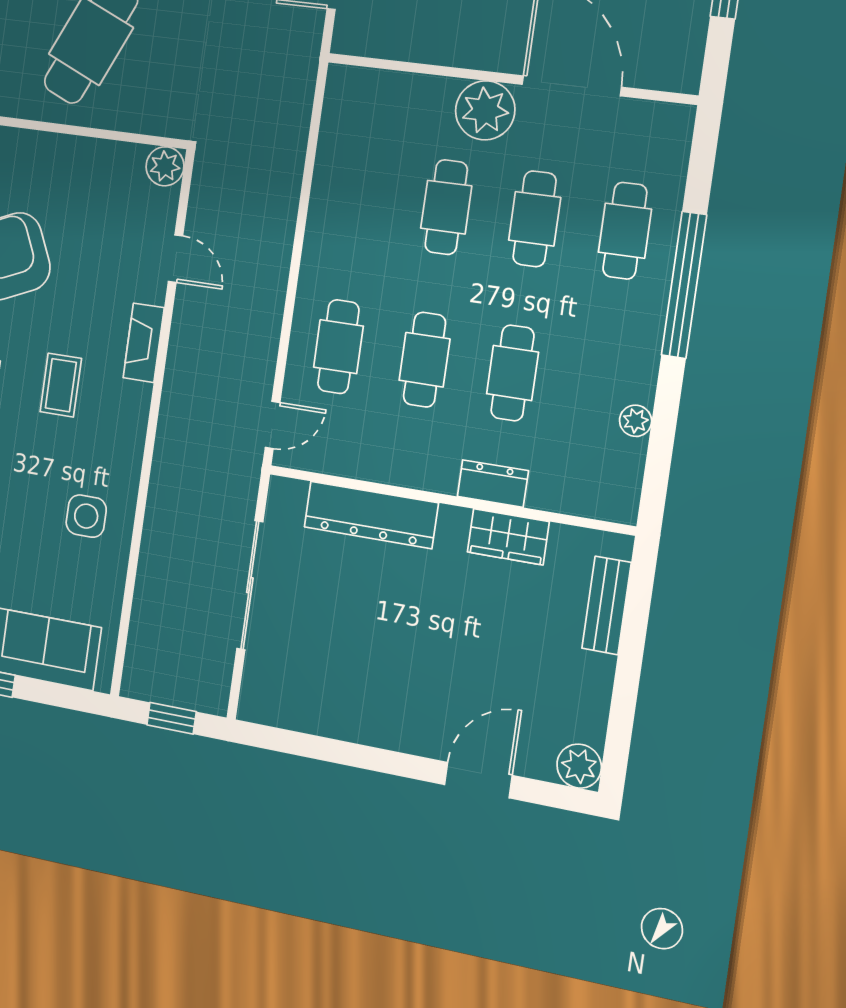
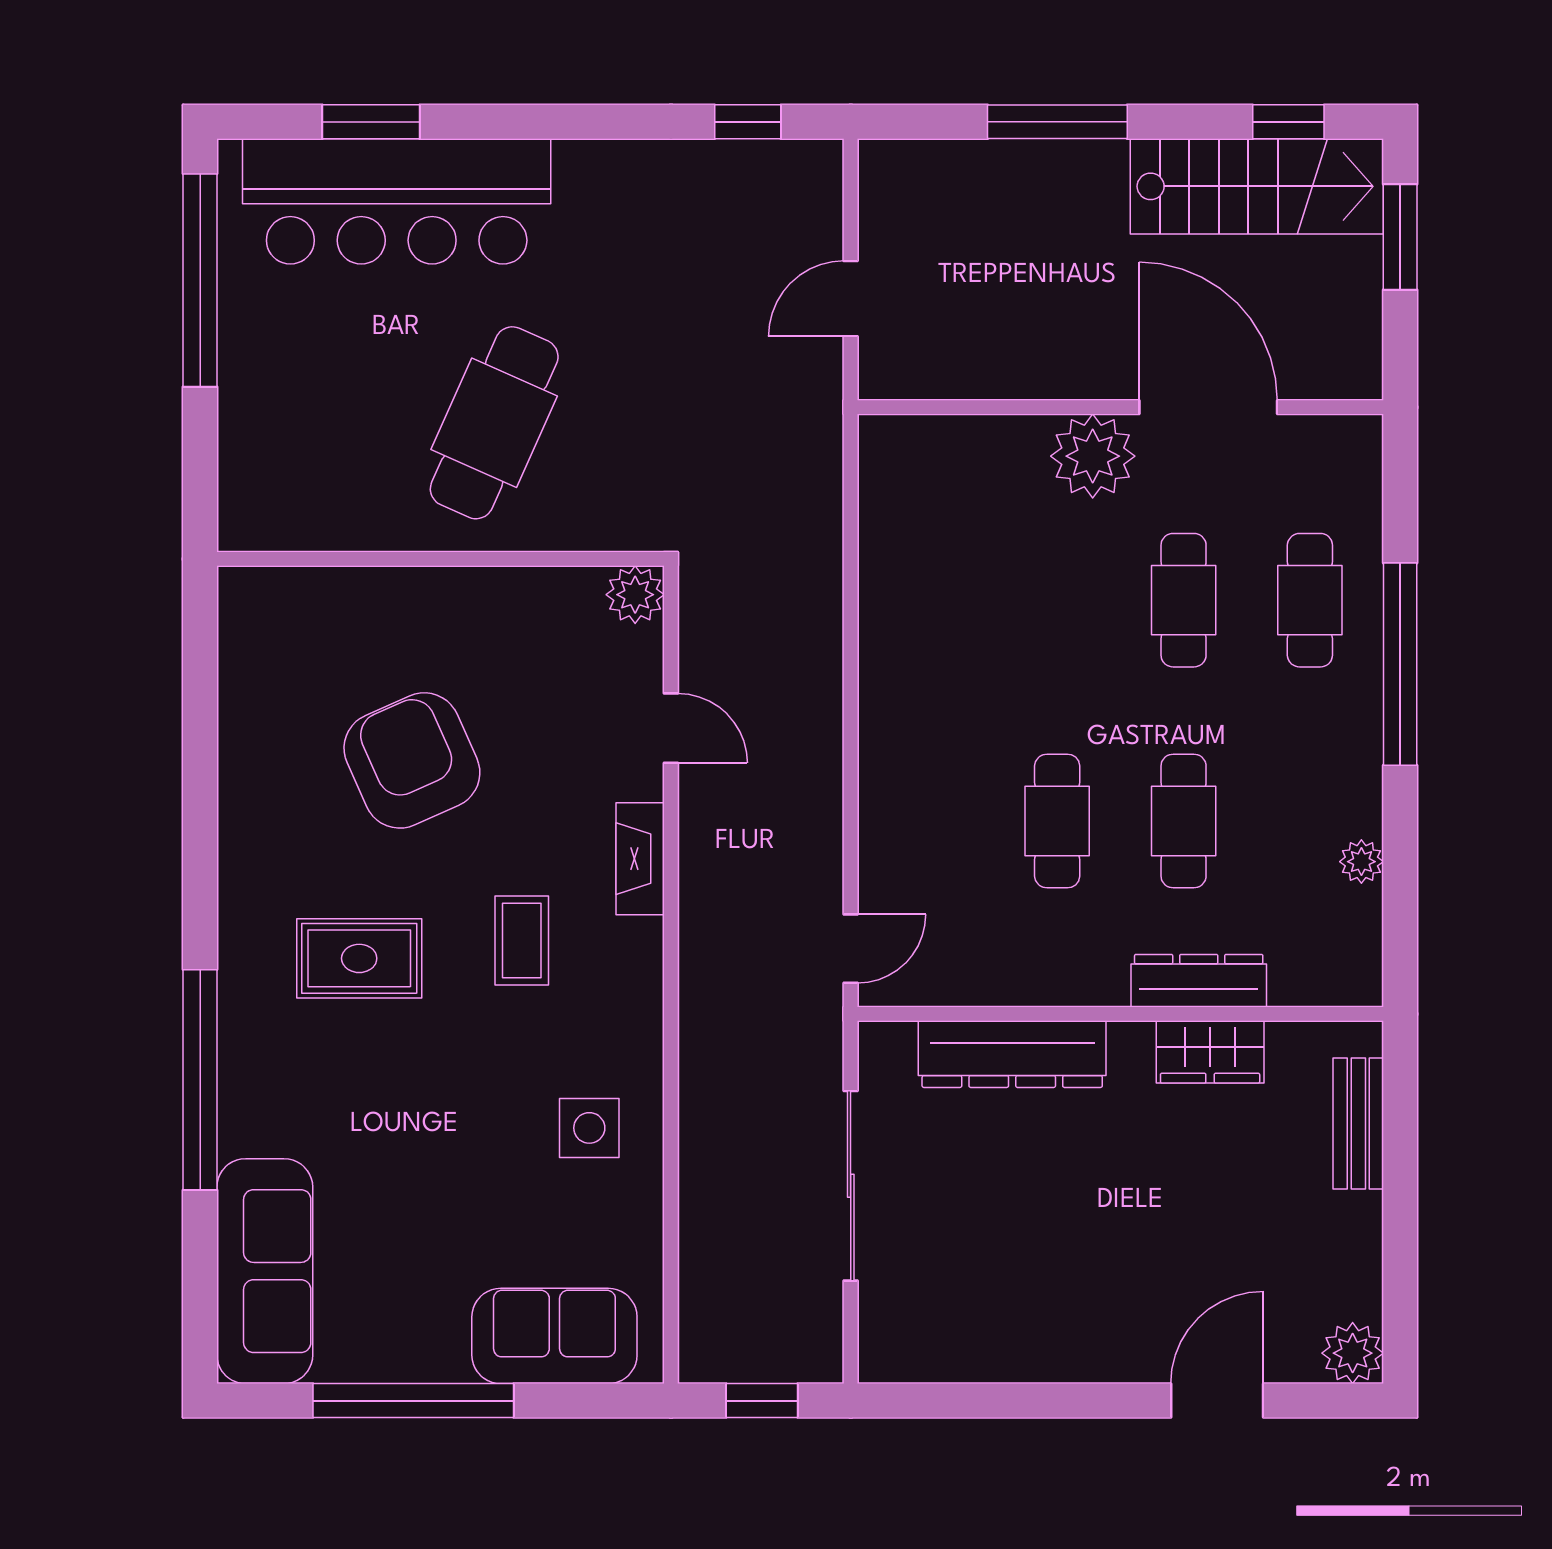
cafe table: (446, 207) -> (1057, 600), removed
cafe table: (338, 347) -> (931, 821), removed
dresser: (493, 484) -> (1199, 981), width x1.44

